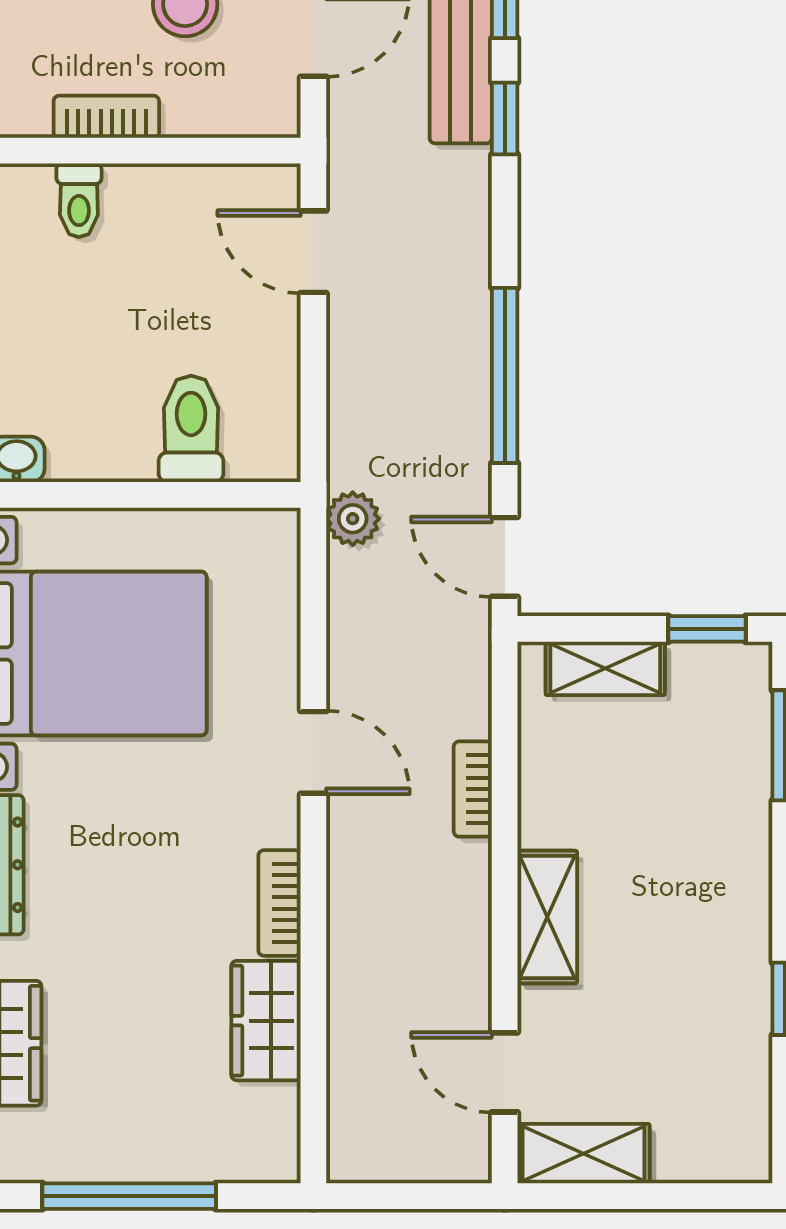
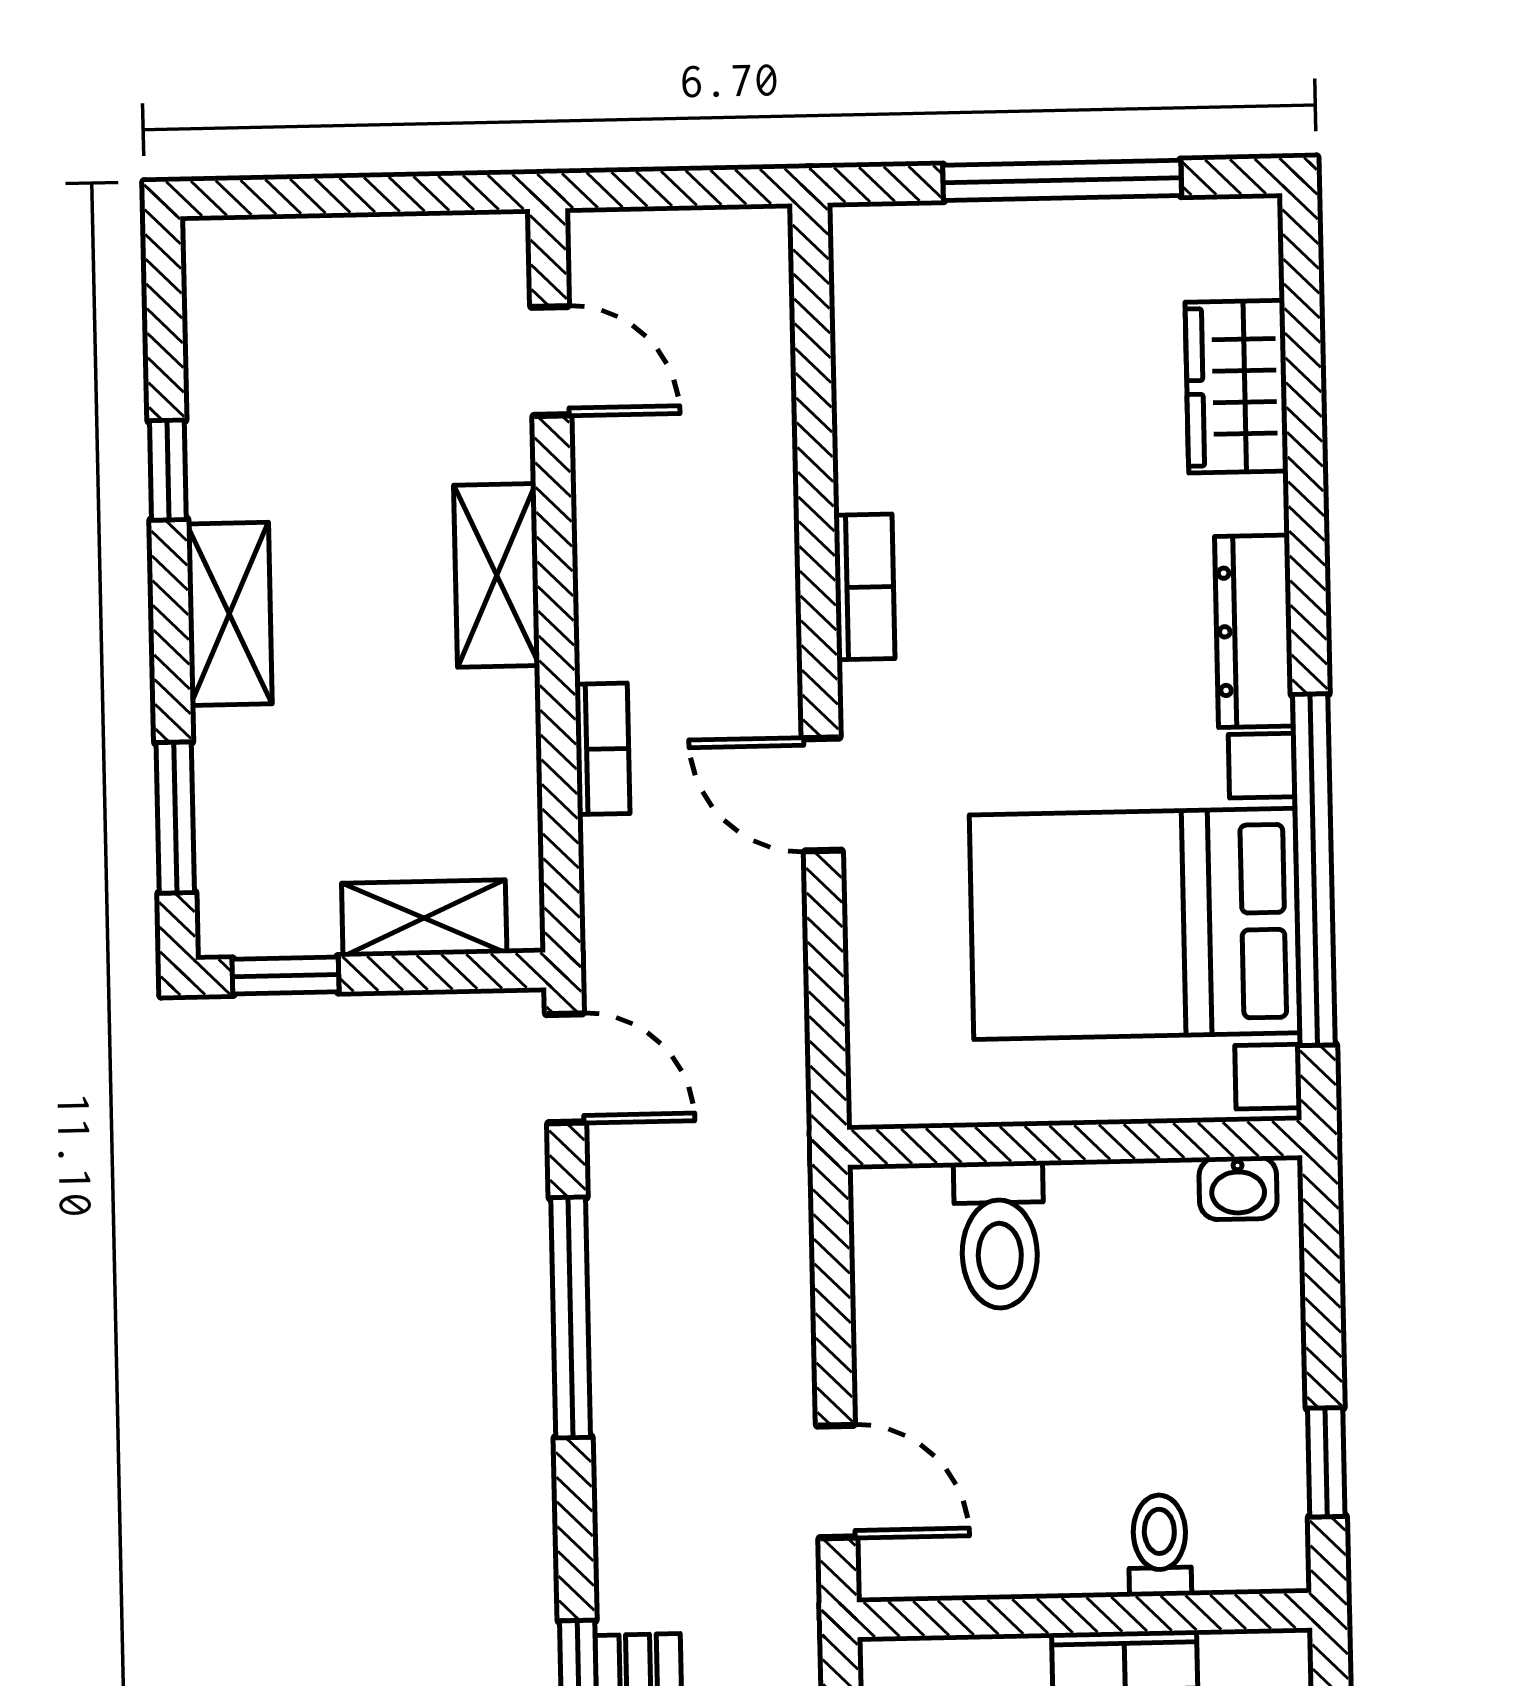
plant: (353, 519) -> (775, 1116), removed
wardrobe: (266, 1021) -> (880, 425), removed
shelving: (583, 1154) -> (229, 614), moved, turned 90

